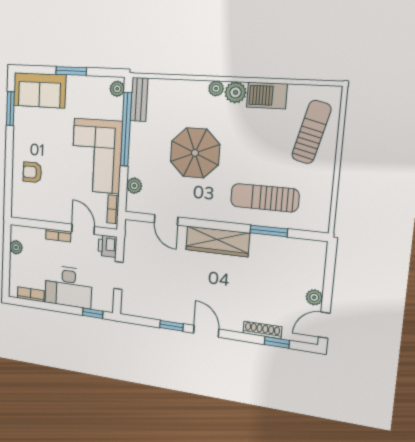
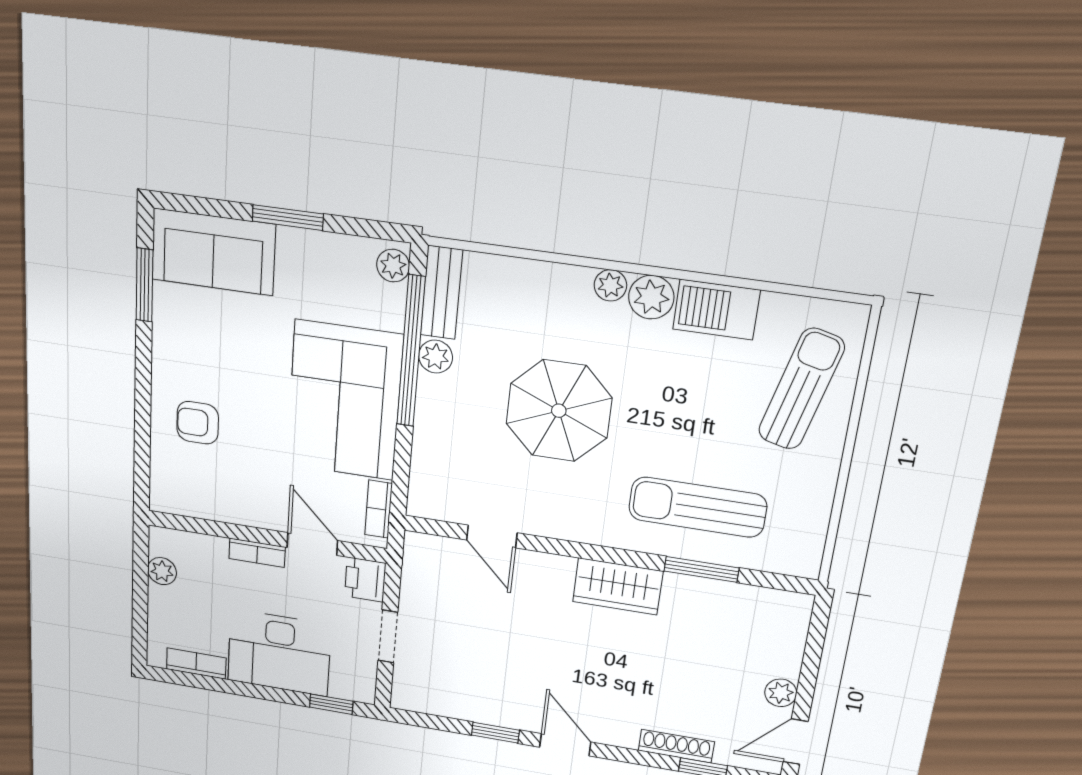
plant: (134, 186) -> (436, 357), moved
wardrobe: (217, 241) -> (618, 586), width x0.67

